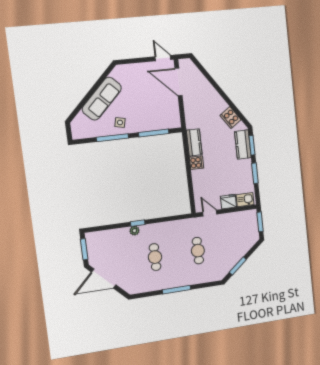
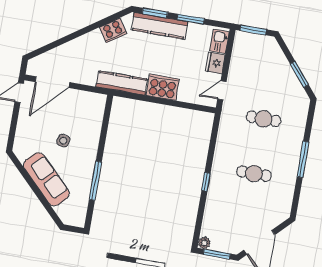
side table: (120, 122) -> (63, 141), moved
window: (154, 133) -> (104, 130), removed
kitchen counter: (194, 142) -> (122, 83), width x1.50
kitchen counter: (243, 145) -> (159, 26), width x1.50
cooker: (197, 163) -> (163, 87), width x1.87, depth x1.31
plant: (134, 231) -> (204, 243), moved

